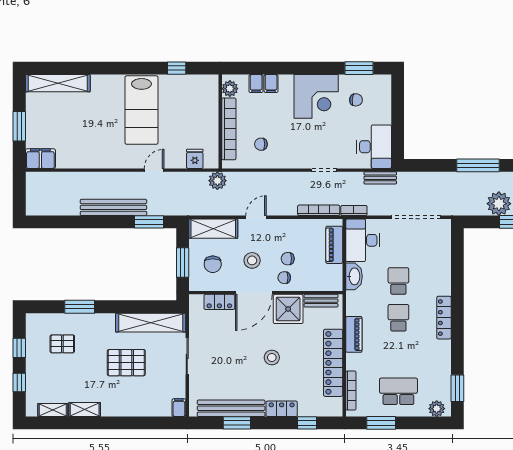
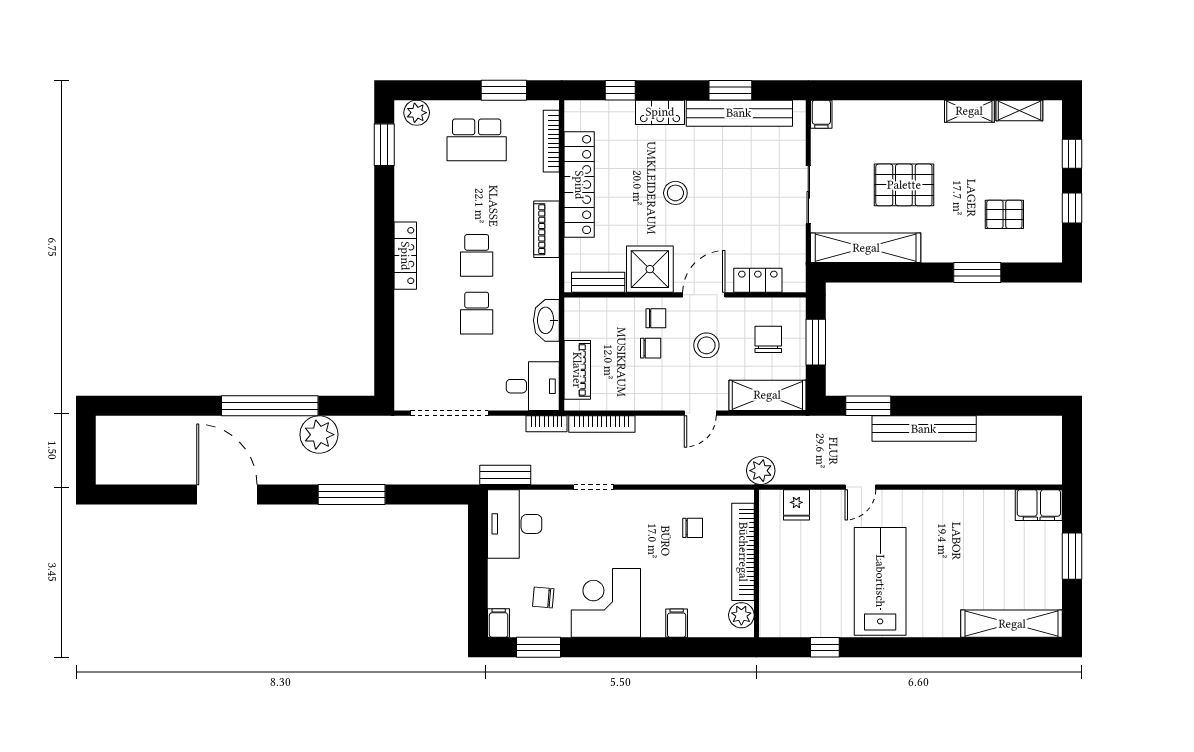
filing cabinet: (256, 84) -> (499, 623), moved
desk: (363, 240) -> (533, 386), width x0.73
door: (254, 293) -> (704, 295), width x0.73

